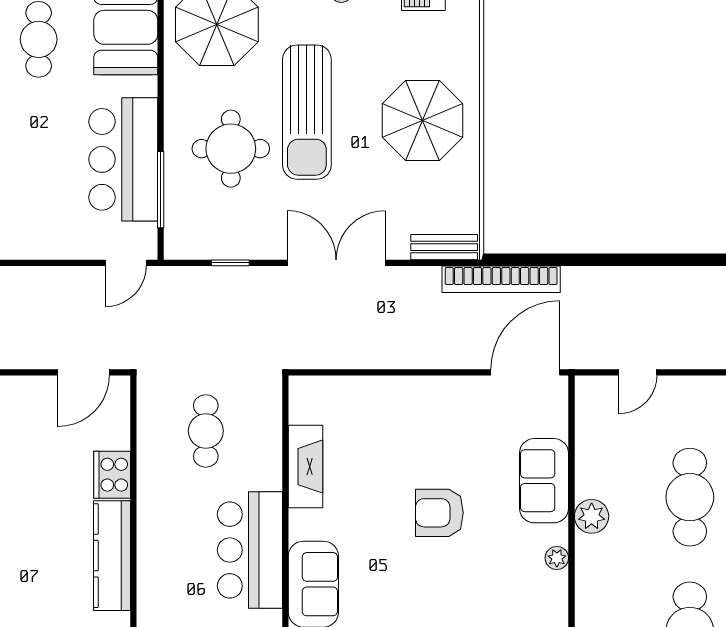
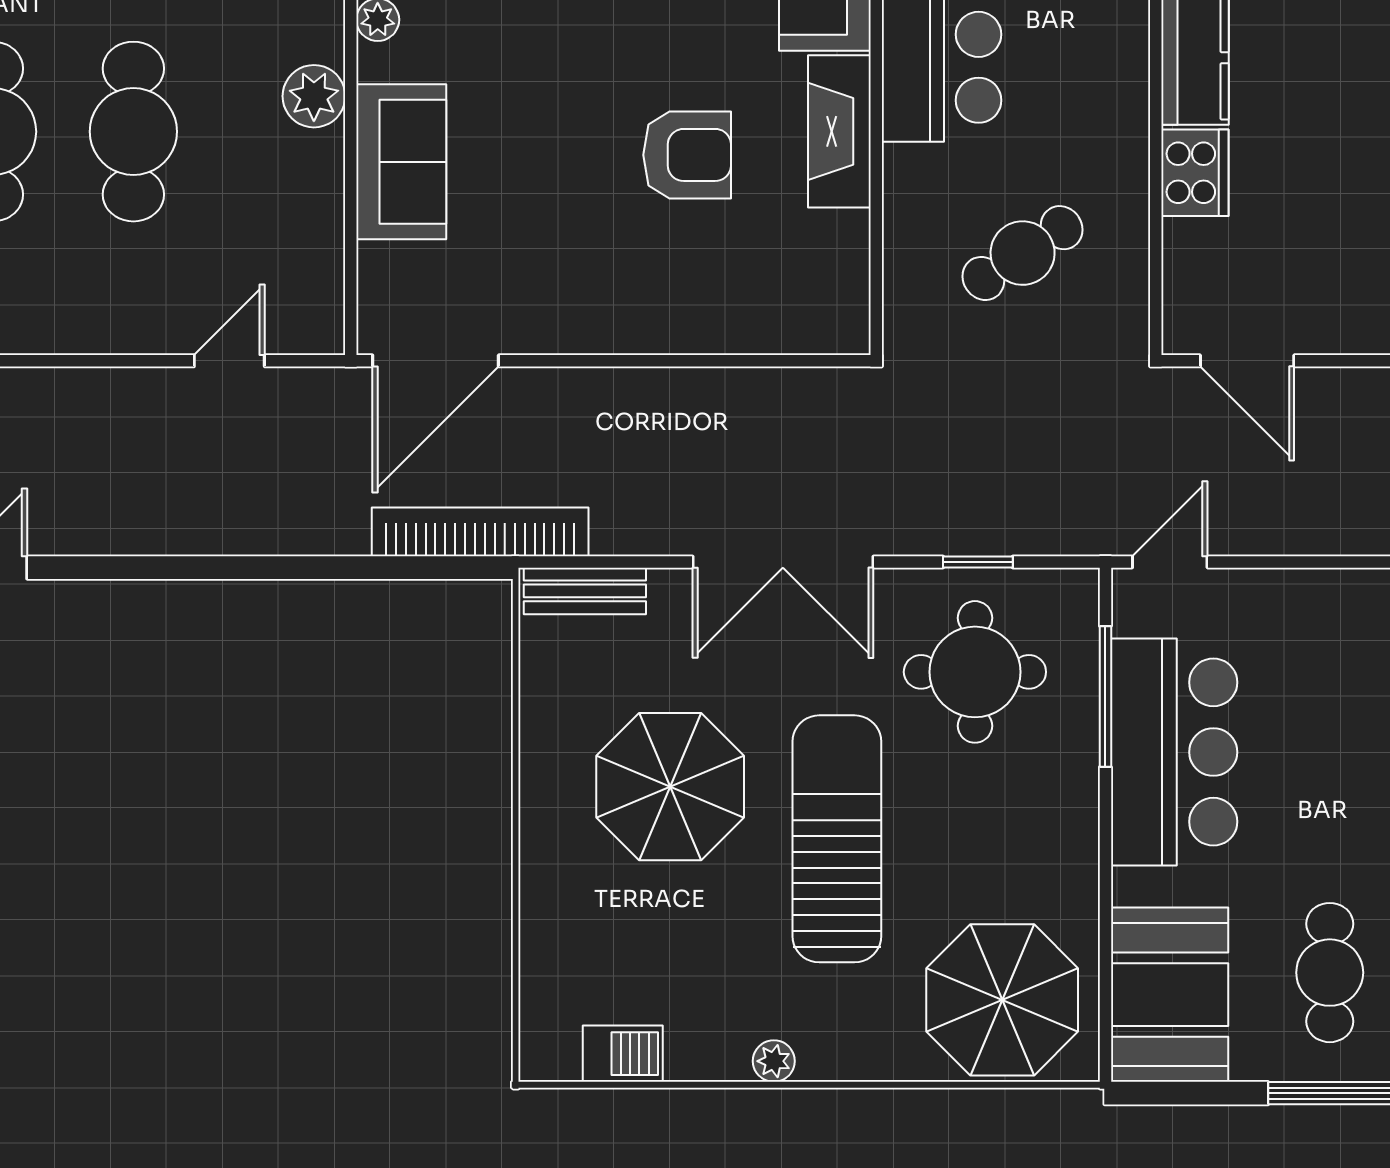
parasol: (422, 121) -> (670, 787), moved
round table: (231, 149) -> (975, 672), moved
door: (84, 372) -> (1247, 361), swing flipped
cafe table: (206, 431) -> (1023, 253), turned 57
fireplace: (306, 467) -> (839, 131), moved
armchair: (439, 513) -> (687, 155), moved

